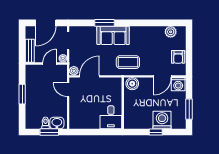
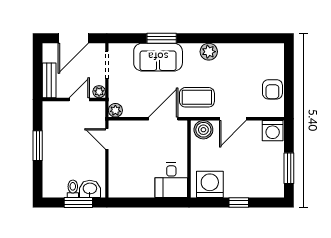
plant: (171, 32) -> (209, 52), moved
sofa: (113, 35) -> (158, 57), moved
door: (89, 76) -> (163, 119), moved
door: (162, 76) -> (233, 119), moved
washing machine: (162, 120) -> (210, 184), moved

